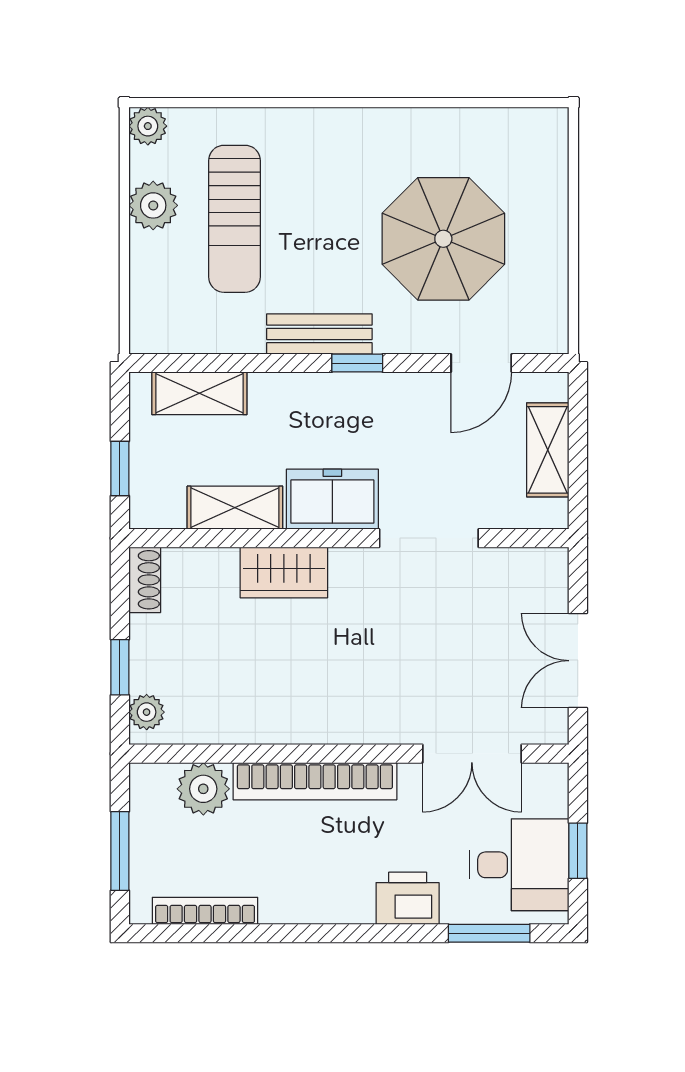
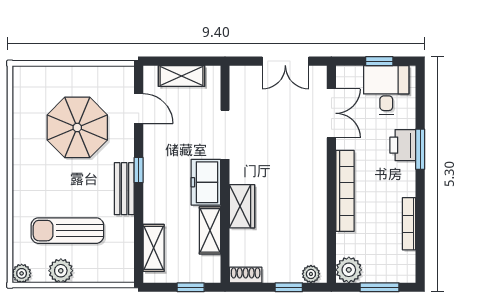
sun lounger: (235, 219) -> (67, 231), turned 180
plant: (203, 789) -> (349, 270), moved
bookcase: (205, 911) -> (409, 224), moved
window: (489, 933) -> (420, 149), moved

